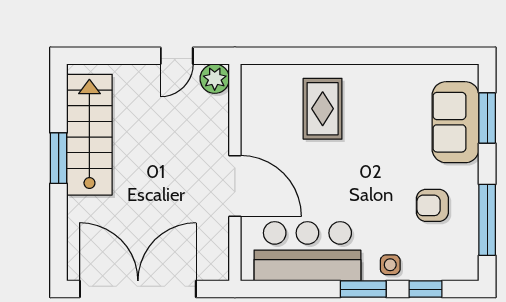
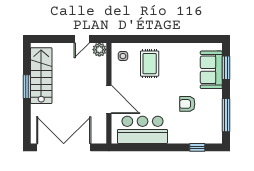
armchair: (432, 205) -> (187, 104), moved
side table: (390, 265) -> (123, 56), moved
window: (363, 289) -> (168, 147), removed

